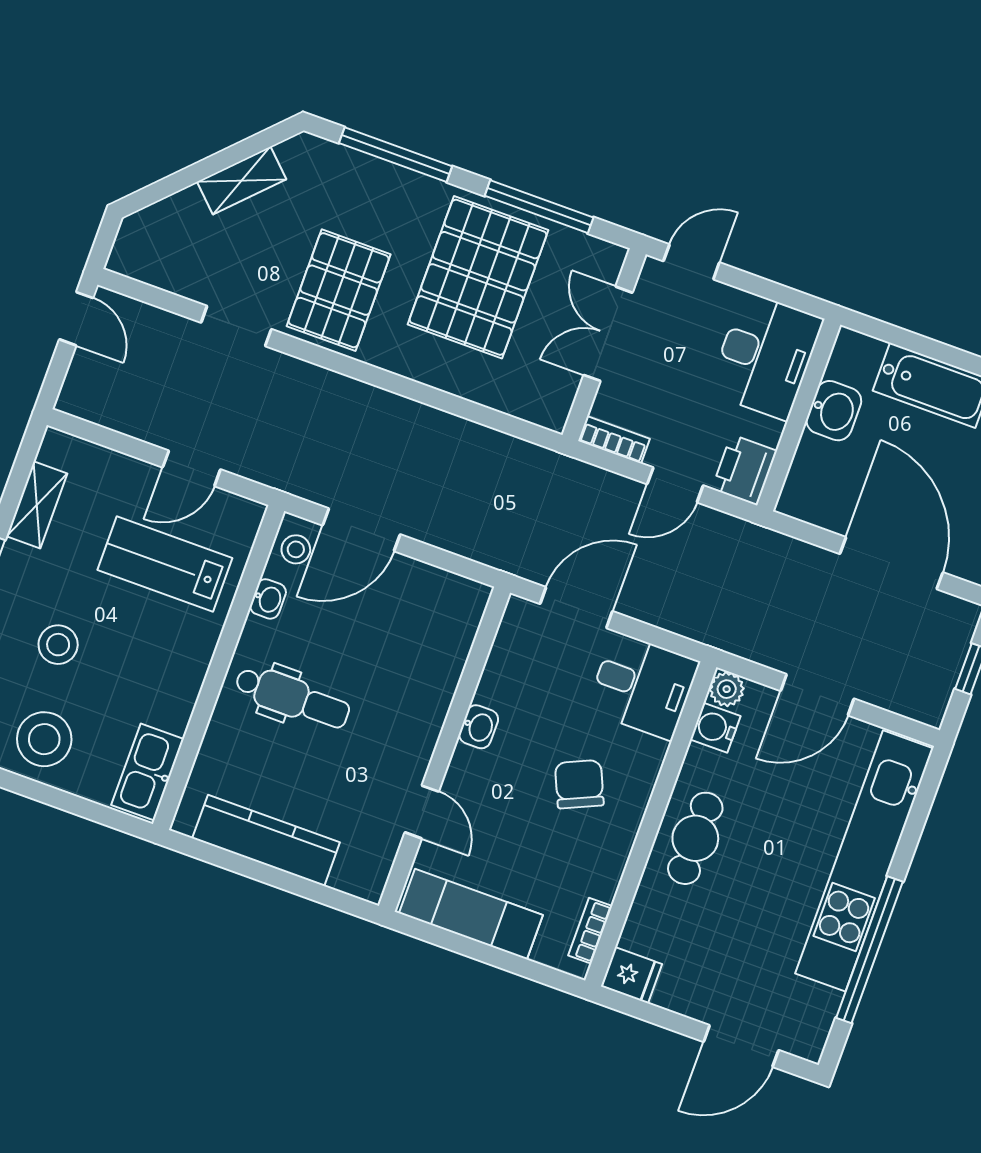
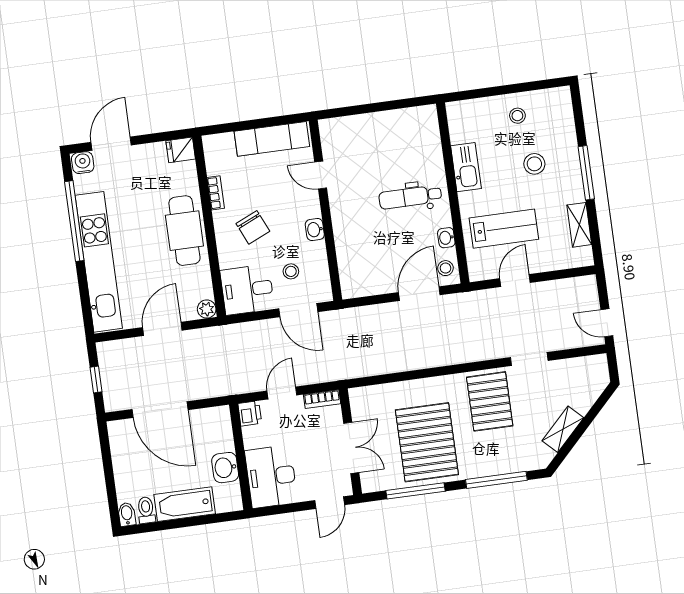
printer: (744, 470) -> (250, 413), width x0.73, depth x0.81
door: (576, 608) -> (298, 310), hinge flipped
stool: (555, 678) -> (291, 271), added
water cooler: (715, 728) -> (83, 163), moved, turned -90
stool: (44, 739) -> (517, 116), width x0.53, depth x0.53
kitchen sink: (148, 772) -> (466, 167), moved
cafe table: (695, 838) -> (184, 231), width x1.37, depth x1.35
kitchen counter: (266, 840) -> (387, 123), removed
bookcase: (590, 931) -> (216, 193), moved

